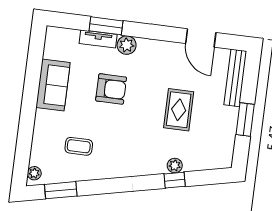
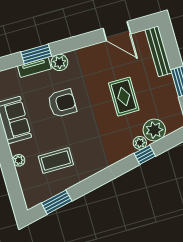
coffee table: (79, 146) -> (56, 160), width x1.36, depth x1.30
plant: (196, 159) -> (154, 130), added
plant: (34, 173) -> (19, 160), moved

